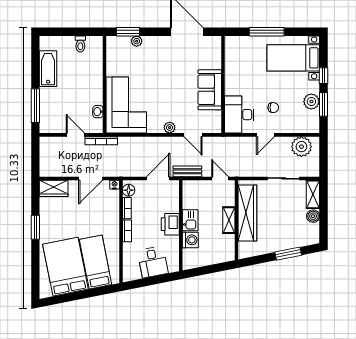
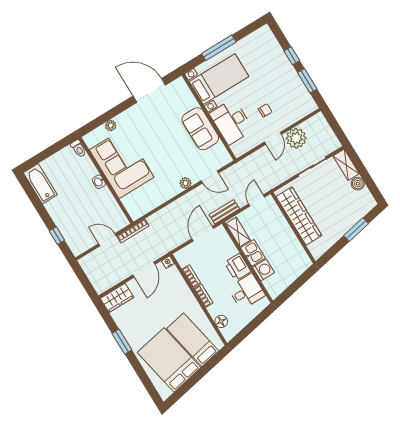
window: (128, 32) -> (98, 122), removed
toilet: (80, 44) -> (78, 149), moved
bed with nightstands: (293, 58) -> (219, 79), moved, turned 180
bathtub: (48, 69) -> (40, 184), moved
plant: (311, 102) -> (295, 85), removed
corner sofa: (126, 105) -> (122, 163), moved
window: (35, 106) -> (57, 236), width x0.46
washbasin: (98, 112) -> (99, 182), moved
desk: (239, 115) -> (231, 122), moved
plant: (301, 147) -> (296, 138), moved
door: (220, 178) -> (257, 200), hinge flipped
floor lamp: (129, 190) -> (221, 321), moved
shelving: (229, 220) -> (238, 232), moved
desk: (153, 262) -> (247, 292), moved, turned -79

